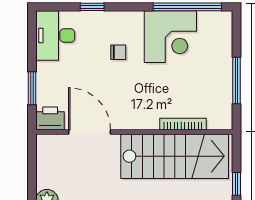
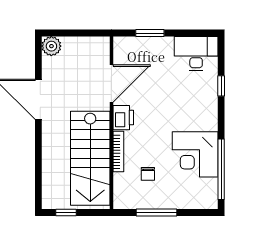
chair: (118, 52) -> (148, 174), moved
printer: (50, 118) -> (123, 118), moved
bookcase: (183, 124) -> (118, 152), moved

